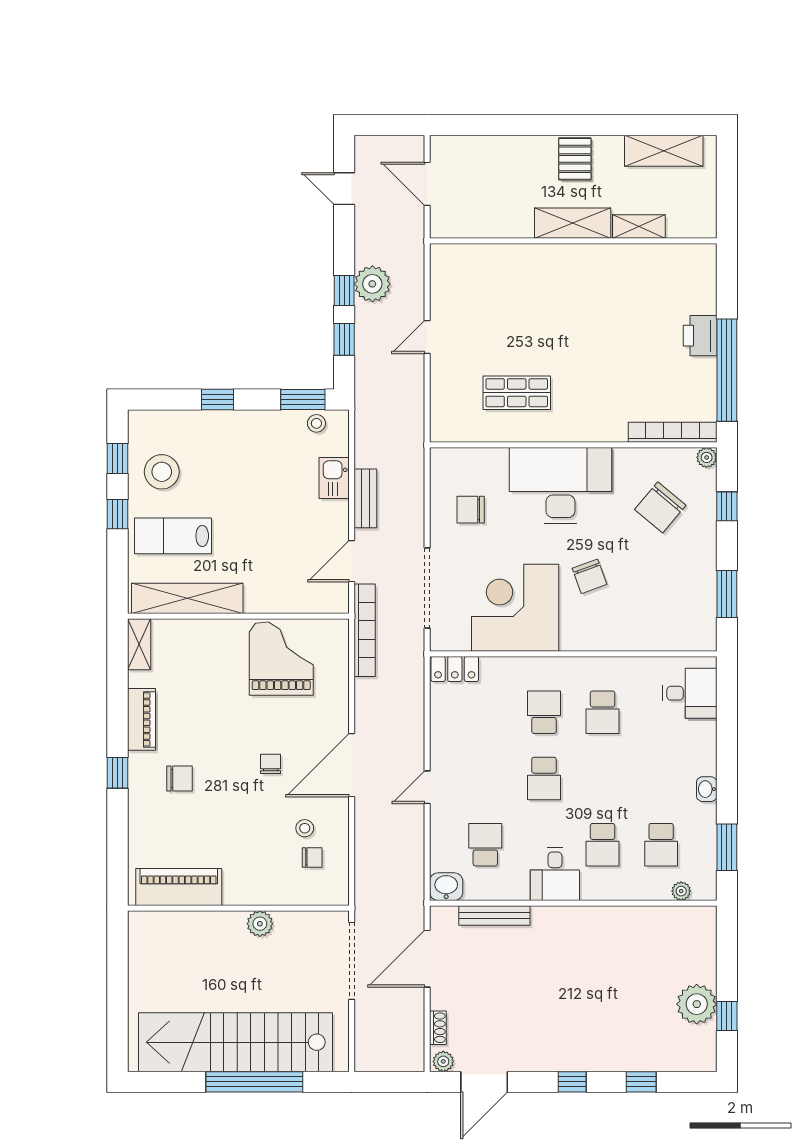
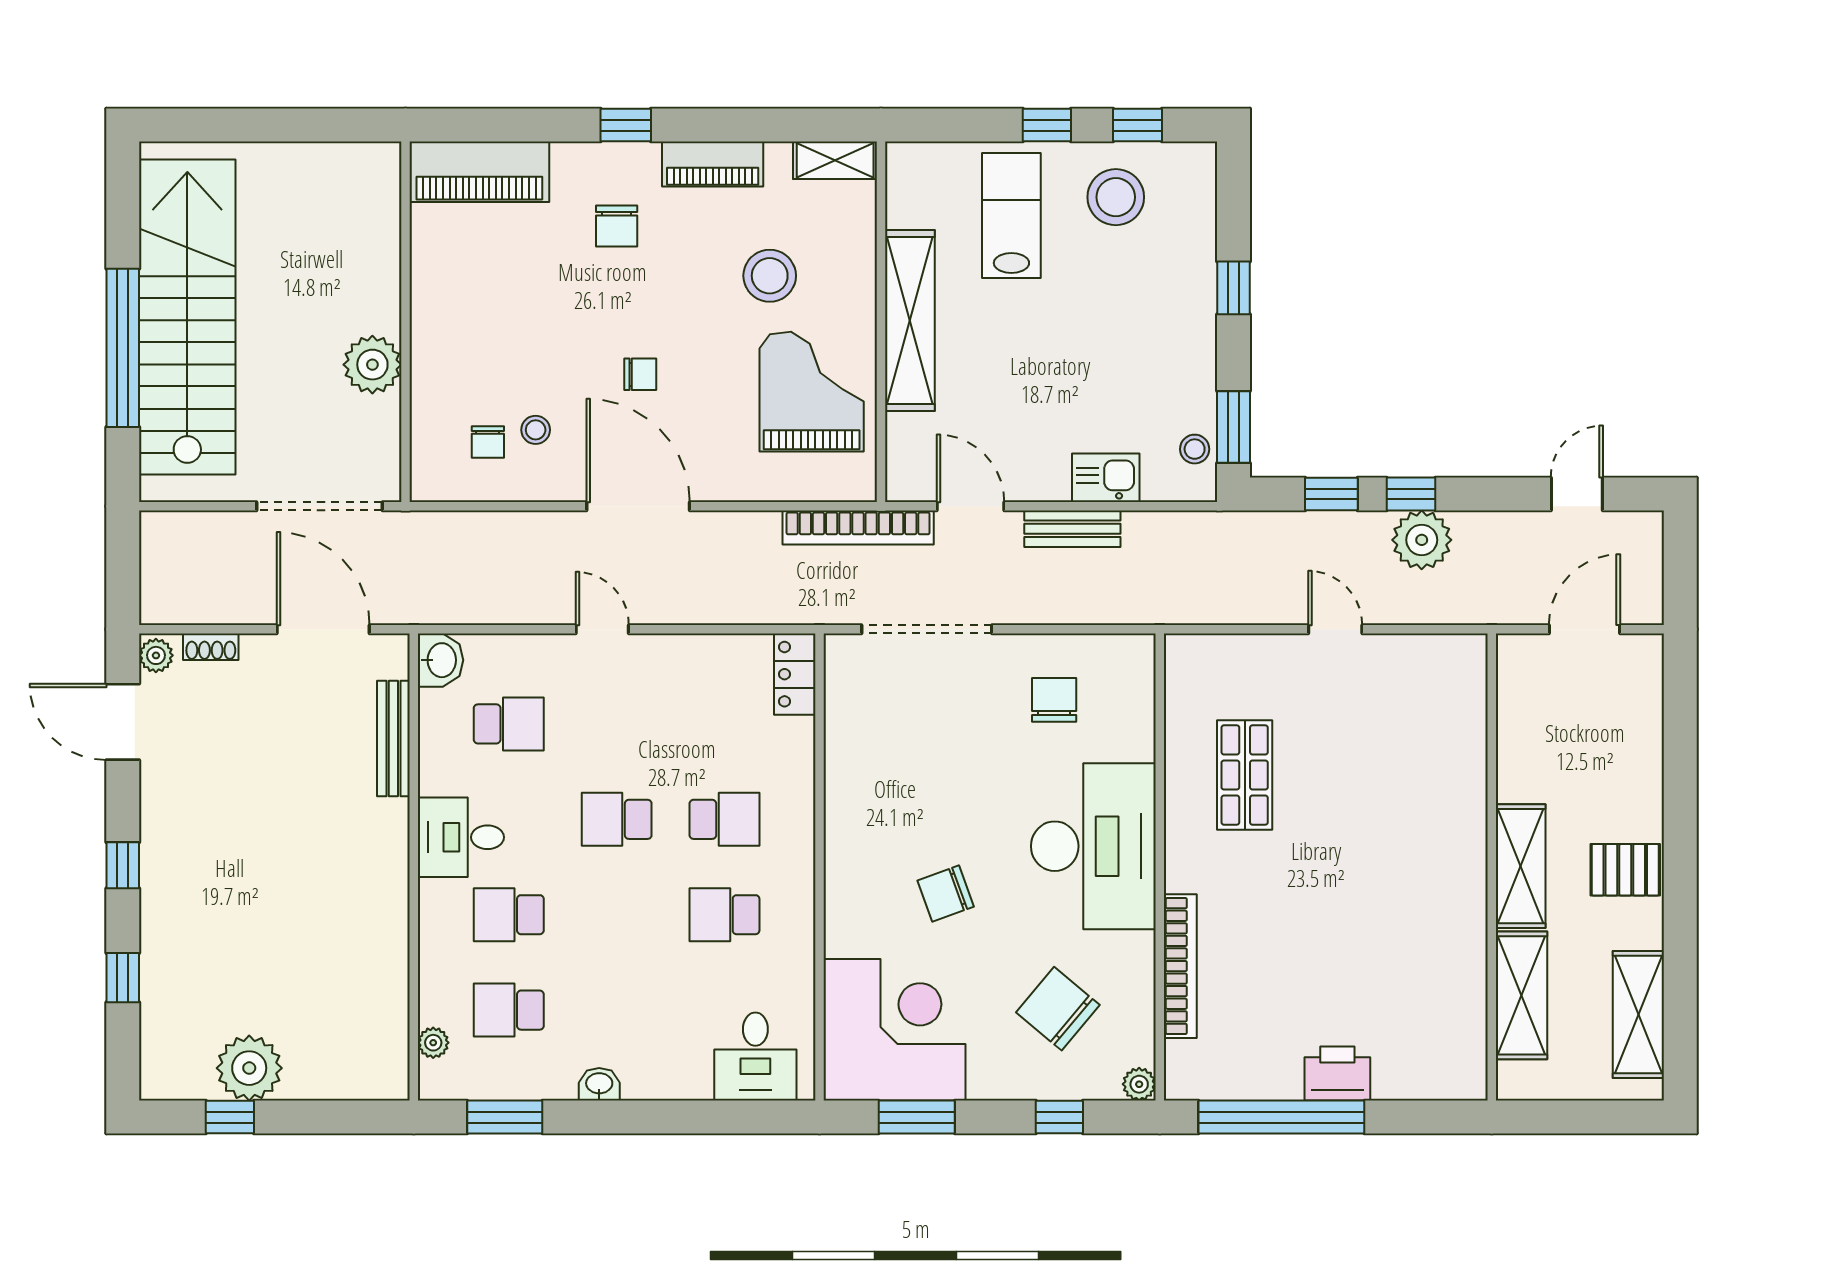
shelving: (639, 227) -> (1521, 995), width x1.50, depth x1.33
bookcase: (673, 432) -> (1180, 966), moved
shelving: (187, 598) -> (910, 321), moved
corner desk: (515, 608) -> (894, 1030), moved
grand piano: (281, 659) -> (812, 392), turned -90
stool: (210, 684) -> (770, 276), added
piano: (179, 887) -> (479, 172), moved, turned 90
plant: (260, 924) -> (372, 365), width x1.36, depth x1.36

